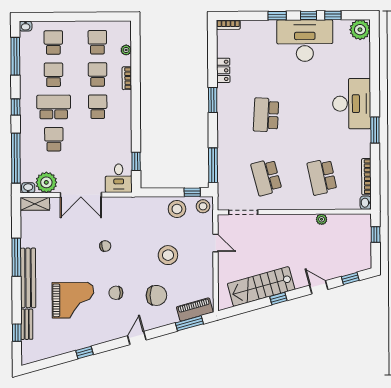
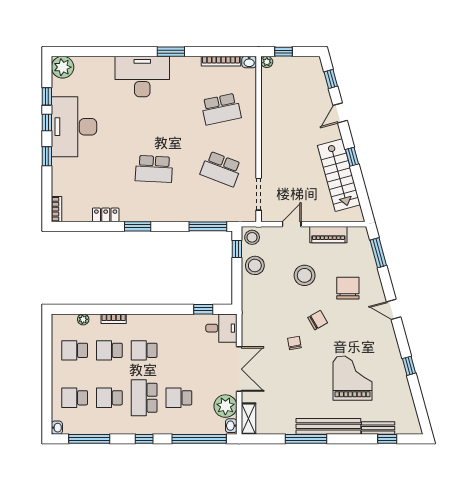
school desk: (266, 177) -> (221, 169), turned 36
plant: (322, 219) -> (267, 62), moved
chair: (116, 293) -> (318, 320), moved, turned -120
piano: (195, 310) -> (328, 235), moved, turned -75

